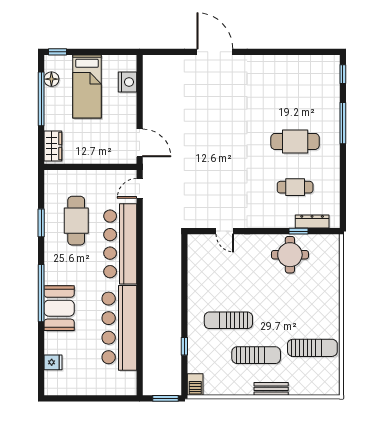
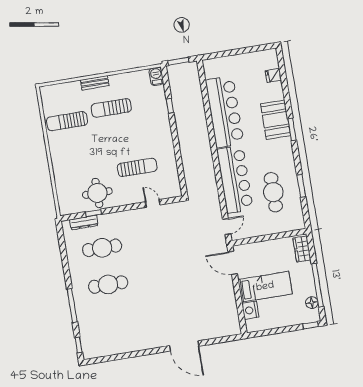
bed: (87, 86) -> (265, 287), moved, turned 90
cafe table: (295, 187) -> (102, 248), width x1.37, depth x1.35
window: (41, 293) -> (292, 129), width x0.47
sun lounger: (228, 320) -> (137, 167), moved

